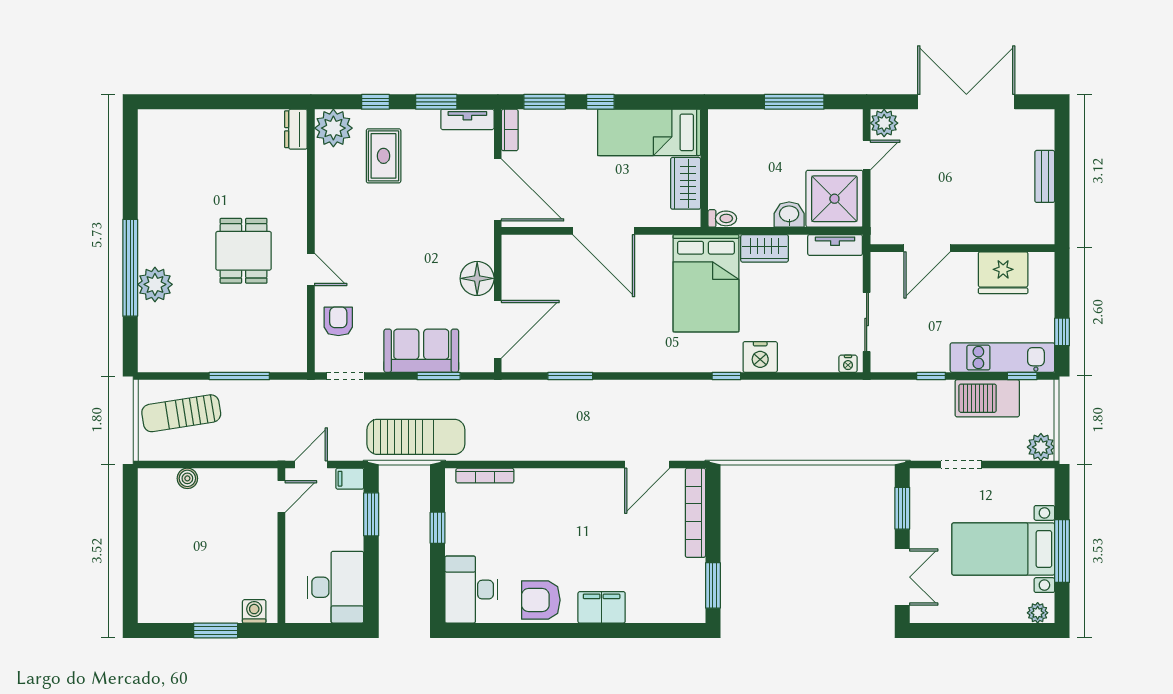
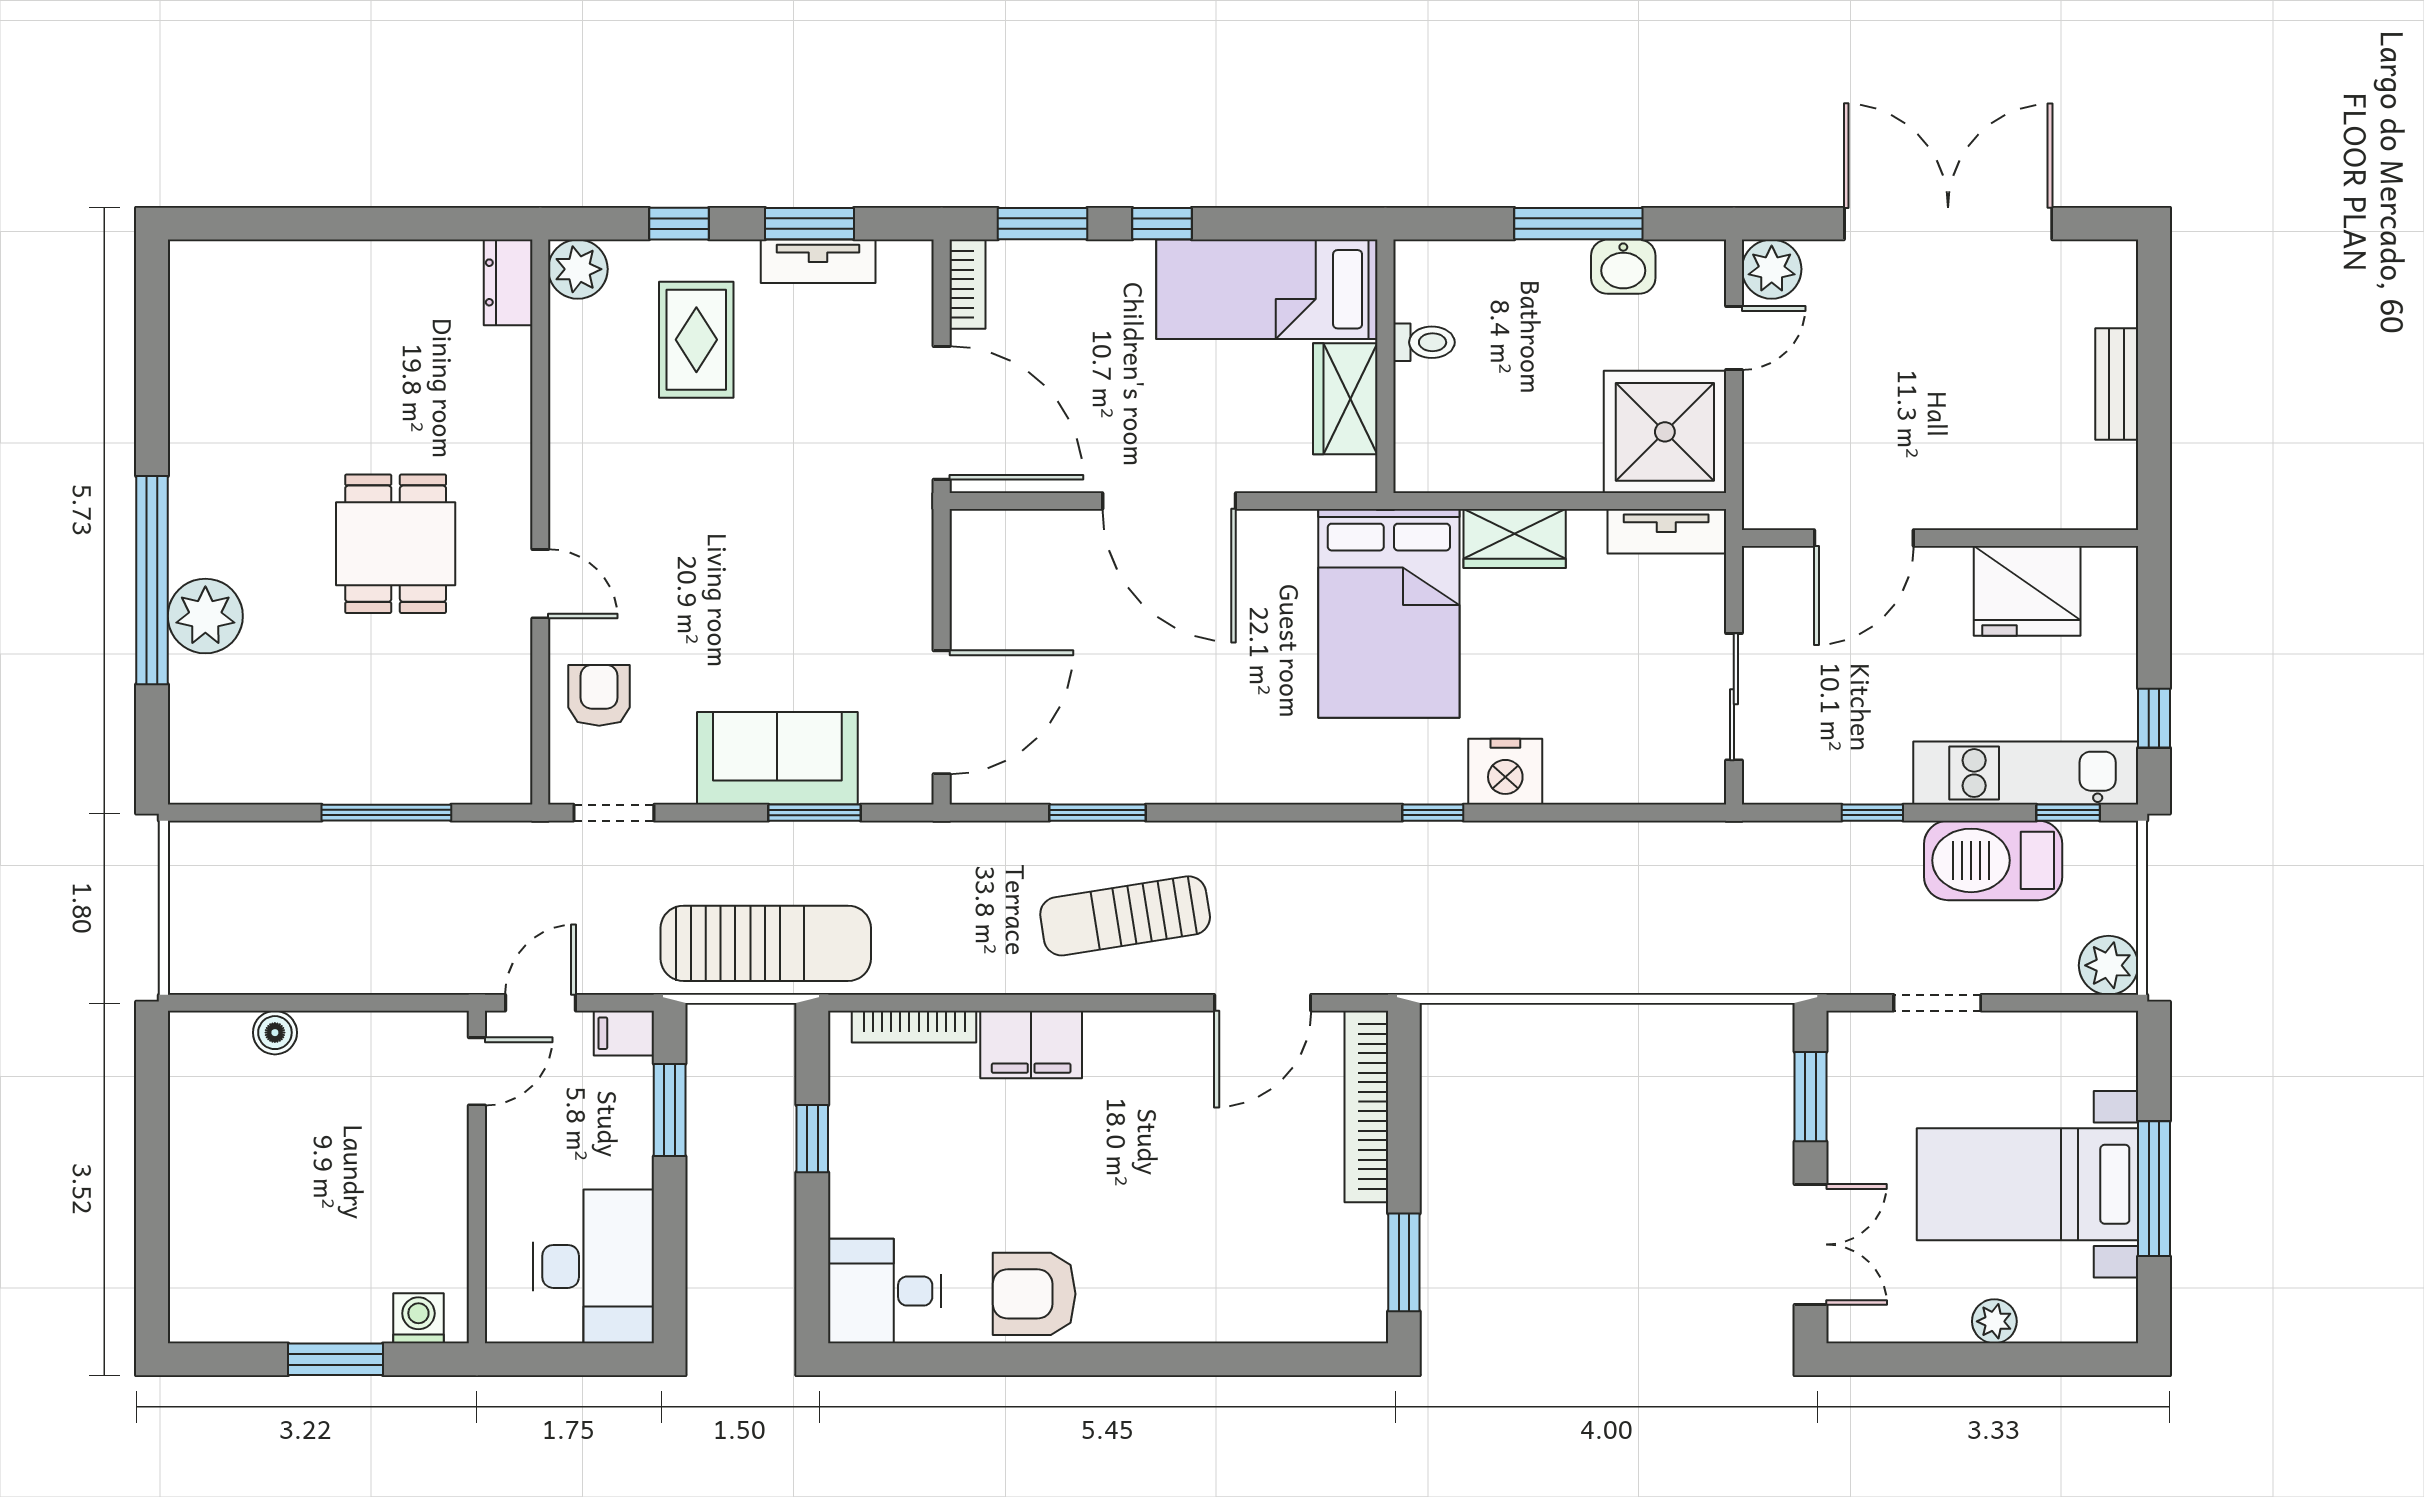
tv unit: (467, 119) -> (818, 261), moved
plant: (333, 128) -> (578, 269), width x0.73, depth x0.73
washbasin: (789, 215) -> (1623, 267), moved, turned 180
toilet: (722, 218) -> (1424, 342), moved
floor lamp: (477, 278) -> (897, 603), removed
nightstand: (848, 364) -> (1694, 786), removed
sun lounger: (181, 413) -> (1125, 916), moved
desk: (471, 590) -> (885, 1291), width x0.73
filing cabinet: (602, 607) -> (1031, 1044), moved, turned 180
plant: (1038, 613) -> (1994, 1321), moved

